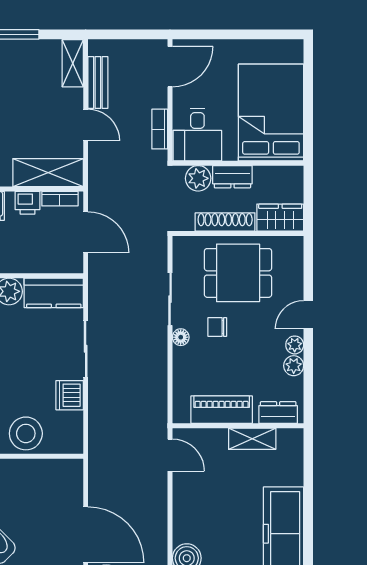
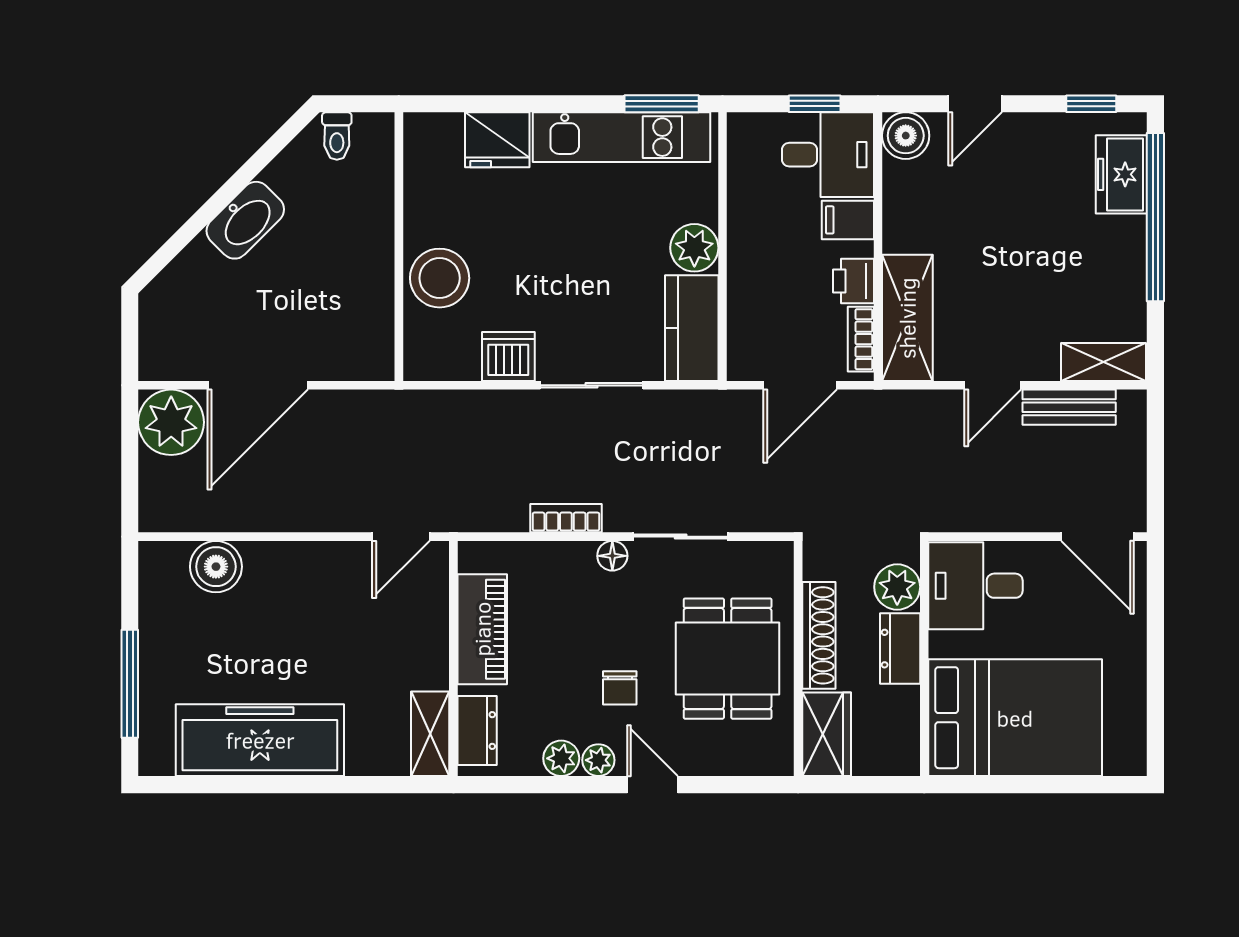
bookcase: (160, 129) -> (566, 518), moved
chair: (217, 327) -> (620, 688), moved, turned 180
shelving: (252, 439) -> (430, 734), moved

